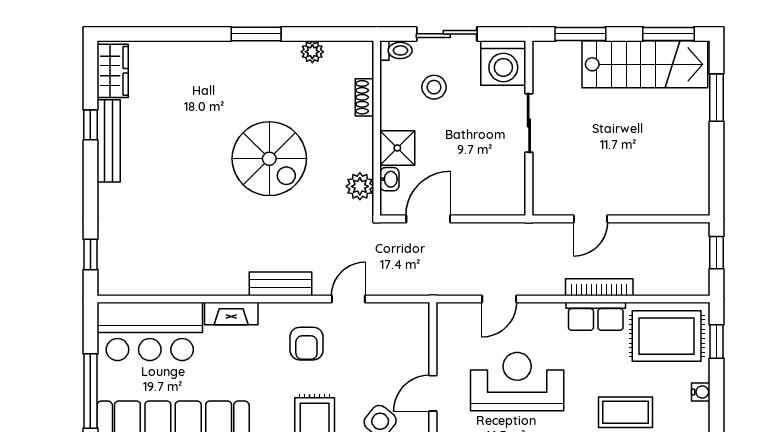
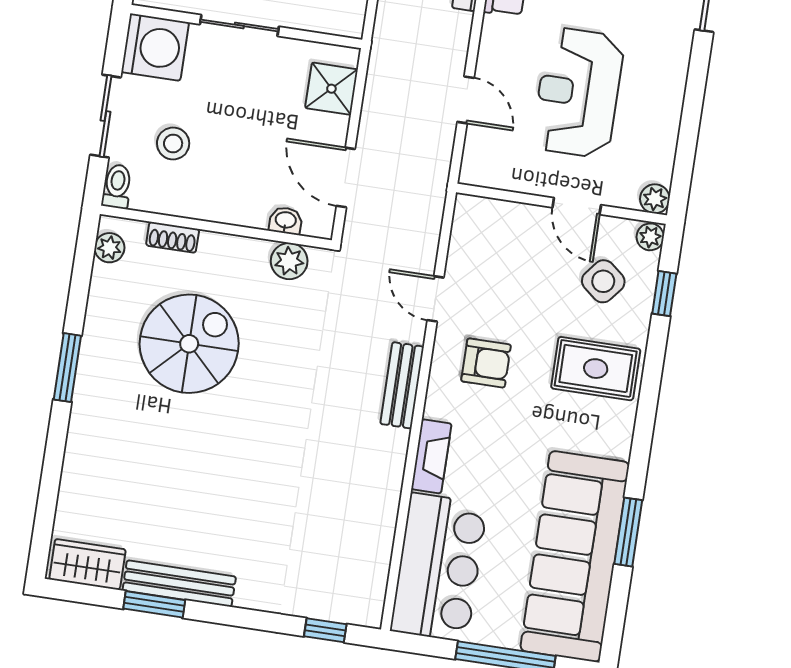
plant: (312, 52) -> (109, 248), moved
window: (90, 125) -> (154, 604), width x1.50
shower: (397, 148) -> (331, 89), moved
spiral stairs: (269, 159) -> (189, 344), moved

